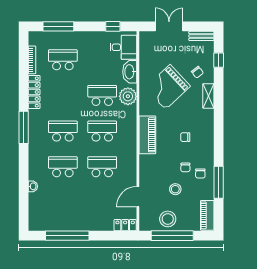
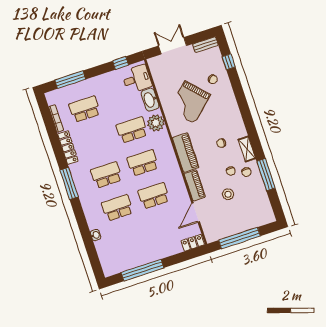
shelving: (208, 96) -> (247, 149), moved
piano: (207, 215) -> (195, 185), moved, turned 180
stool: (168, 219) -> (230, 224), removed

